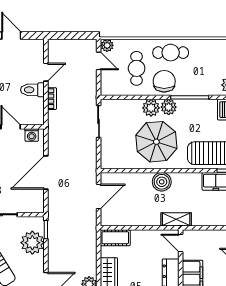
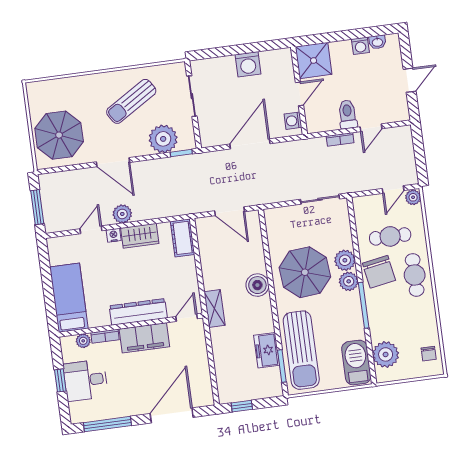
door: (46, 72) -> (371, 128), hinge flipped
chair: (164, 81) -> (379, 272), turned 80
door: (46, 173) -> (250, 144), hinge flipped

